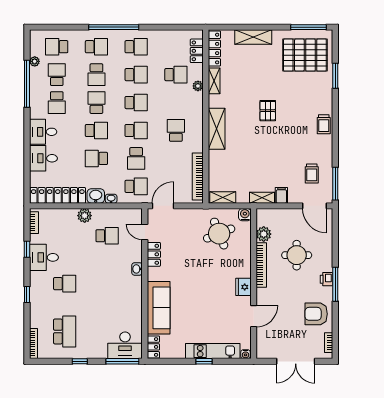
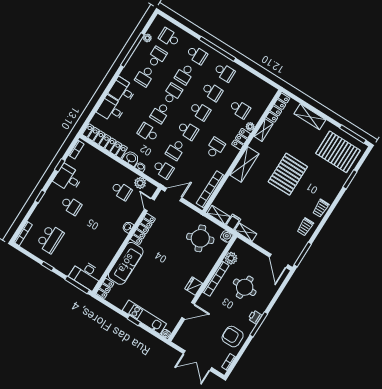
locker: (197, 51) -> (241, 139), moved
pallet: (268, 111) -> (288, 174), width x2.05, depth x2.00
school desk: (96, 130) -> (160, 113), turned 90
trolley: (312, 174) -> (305, 227), moved
filing cabinet: (281, 195) -> (233, 222), moved
plant: (85, 216) -> (140, 183), moved
locker: (154, 254) -> (143, 229), width x1.53

